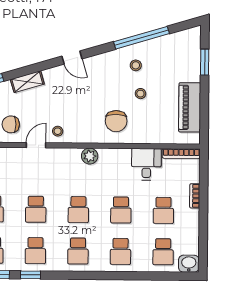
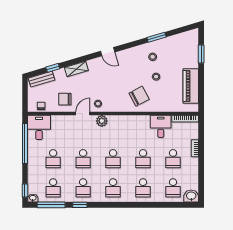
window: (142, 38) -> (156, 37), width x0.47
chair: (116, 121) -> (139, 96), turned -118
plant: (90, 156) -> (102, 121), moved

